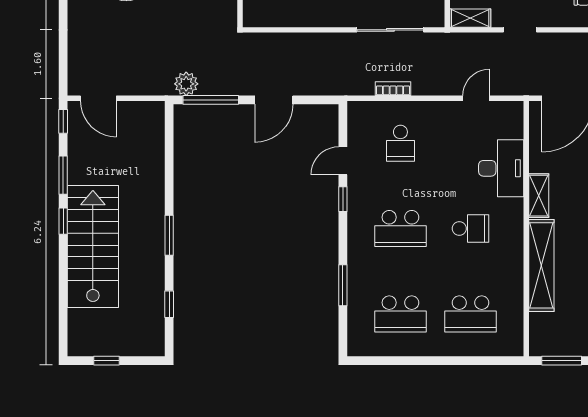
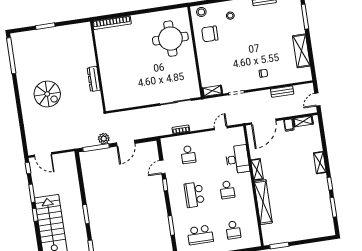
plant: (186, 84) -> (104, 139), moved
school desk: (400, 229) -> (194, 195), turned 90
school desk: (471, 229) -> (227, 190), turned 90
school desk: (471, 314) -> (233, 230), width x0.54

